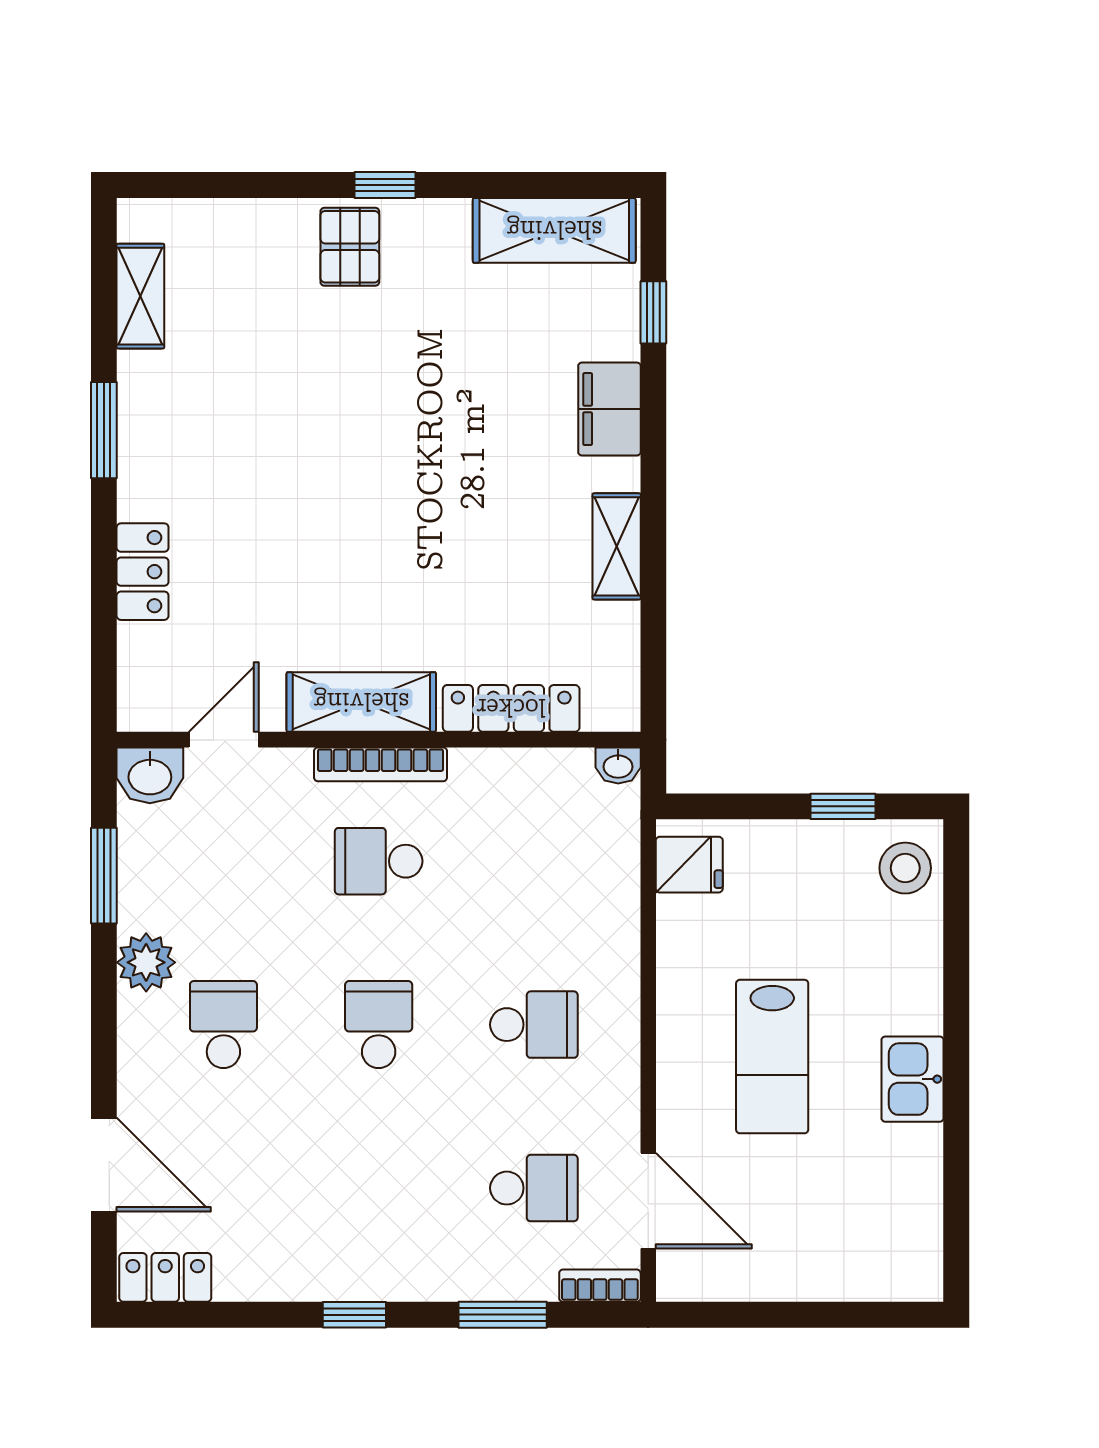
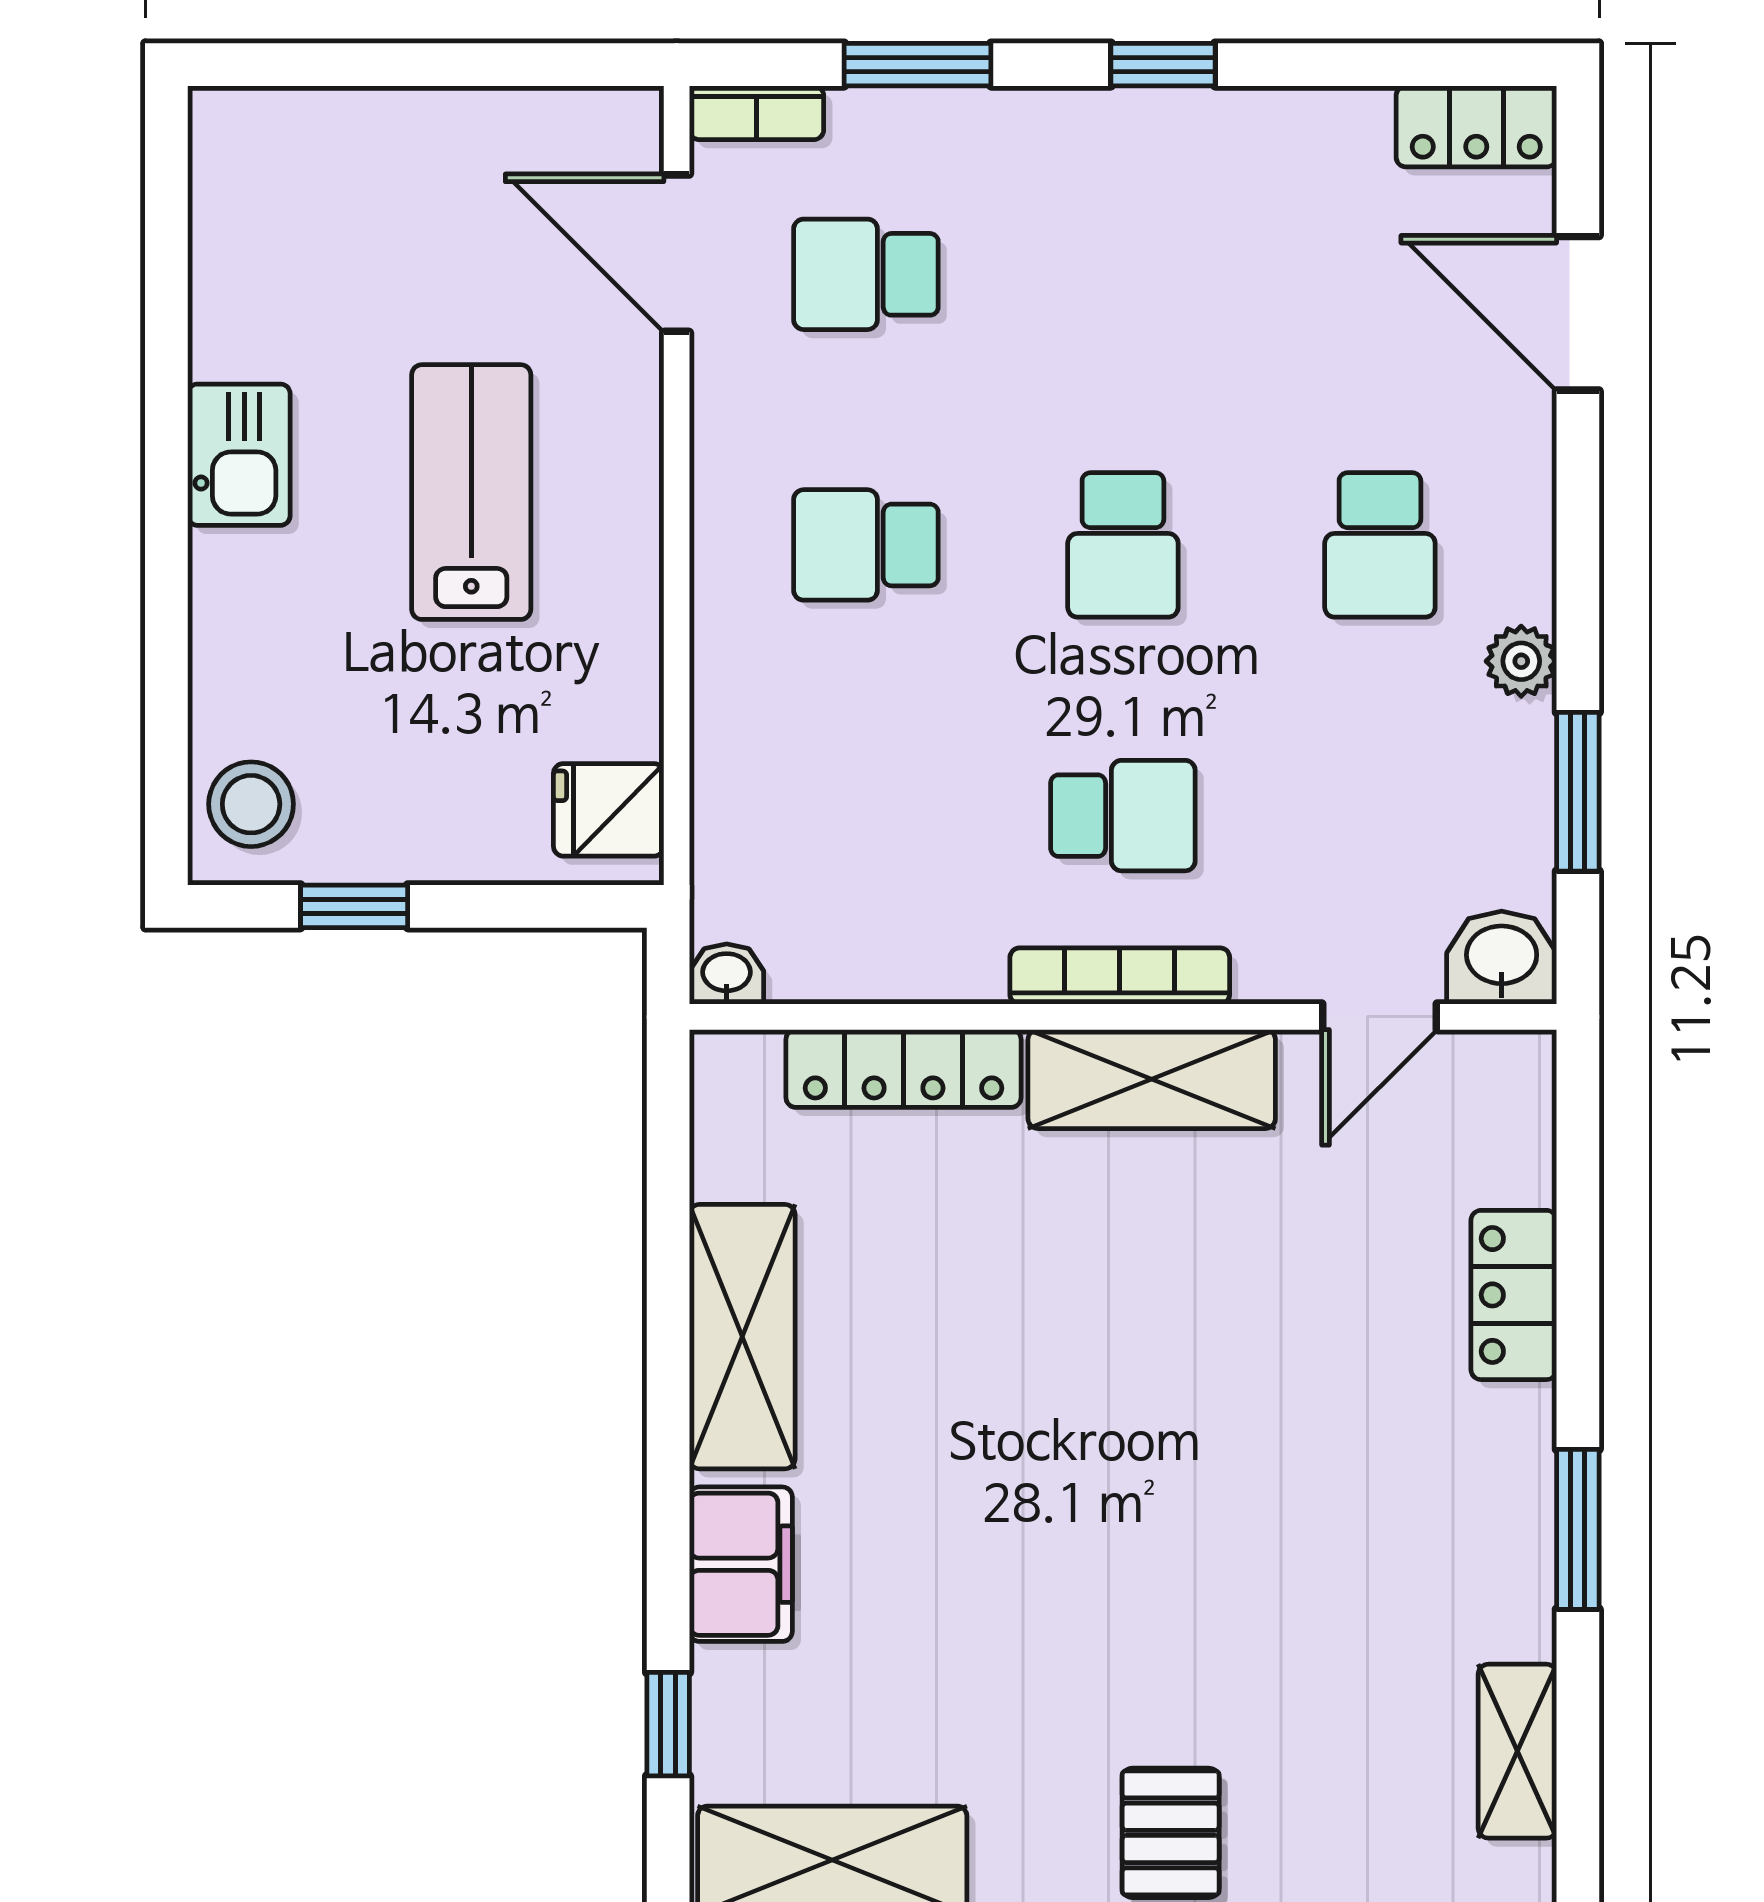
shelving: (617, 546) -> (742, 1337), width x1.50, depth x1.33
plant: (146, 962) -> (1521, 661), width x0.73, depth x0.73

